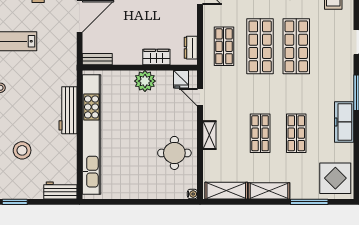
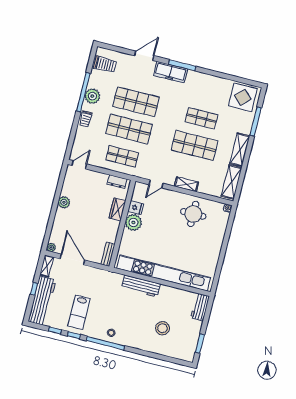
fridge: (181, 79) -> (136, 208), moved
freezer: (344, 122) -> (171, 72), moved
shop shelf: (260, 133) -> (195, 146), width x1.43, depth x1.36

